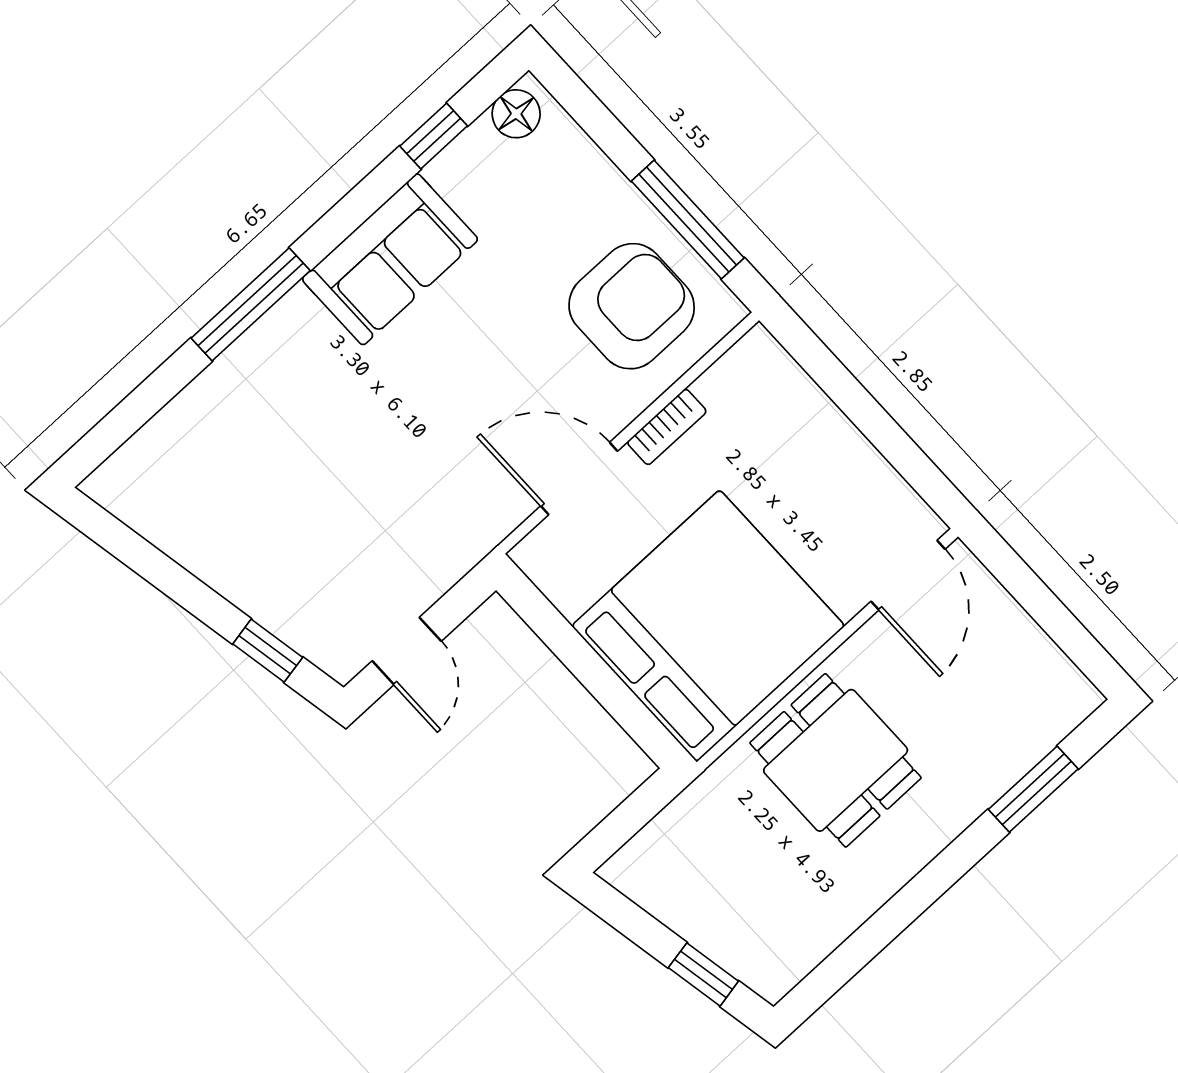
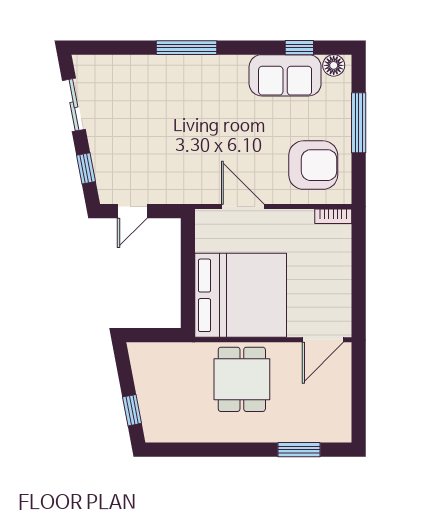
window: (688, 219) -> (359, 123), moved
sofa: (390, 259) -> (285, 75), moved
bookcase: (667, 427) -> (333, 216), moved
sliding door: (153, 565) -> (74, 105), added

